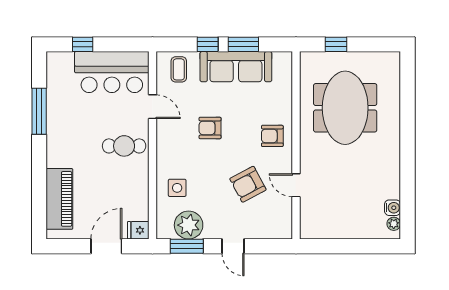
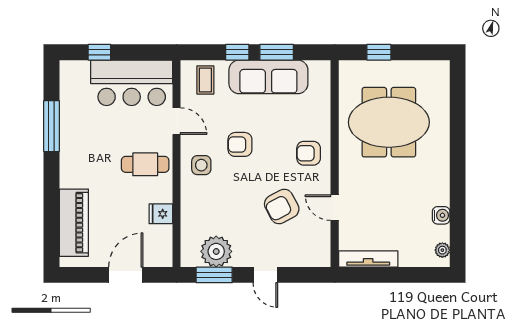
meeting table: (345, 108) -> (389, 122), turned 90
side table: (177, 188) -> (201, 165), moved
water cooler: (393, 208) -> (441, 215), moved
fridge: (138, 230) -> (161, 214), moved
tv unit: (326, 232) -> (368, 259), added

